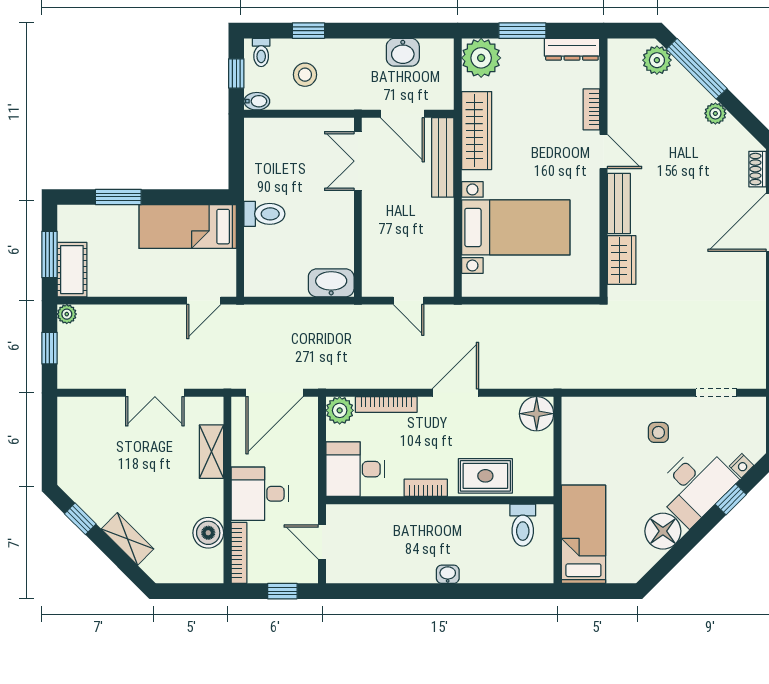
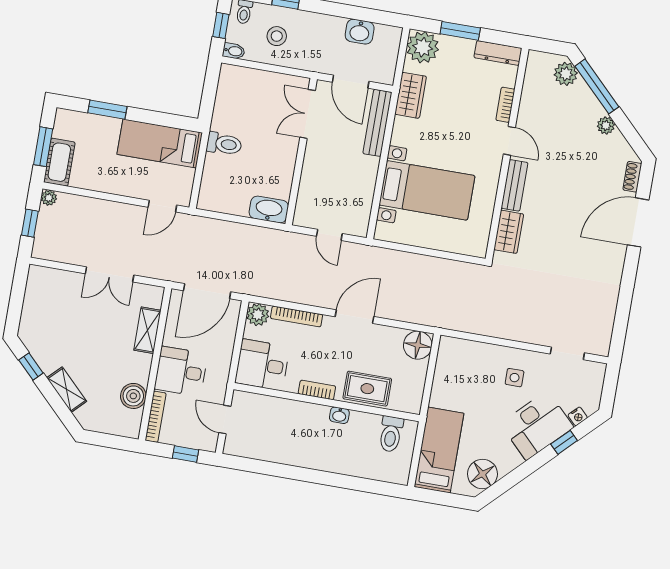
wardrobe: (477, 131) -> (411, 95), width x0.67
floor lamp: (663, 531) -> (482, 474), moved
washbasin: (448, 574) -> (339, 415), moved, turned 180

